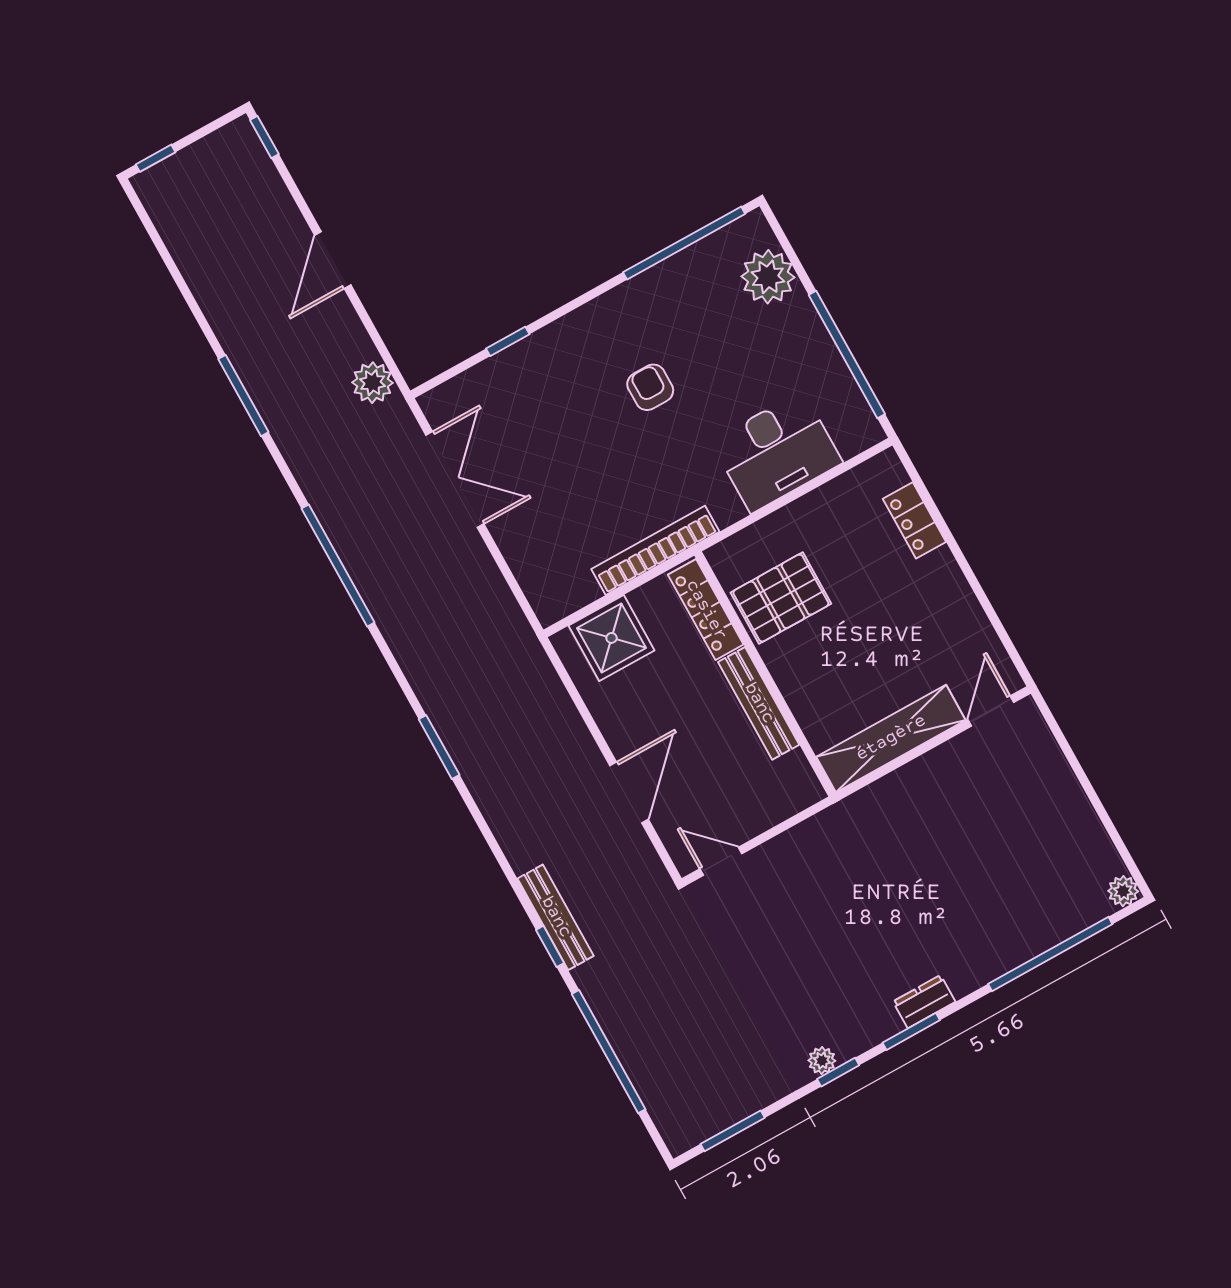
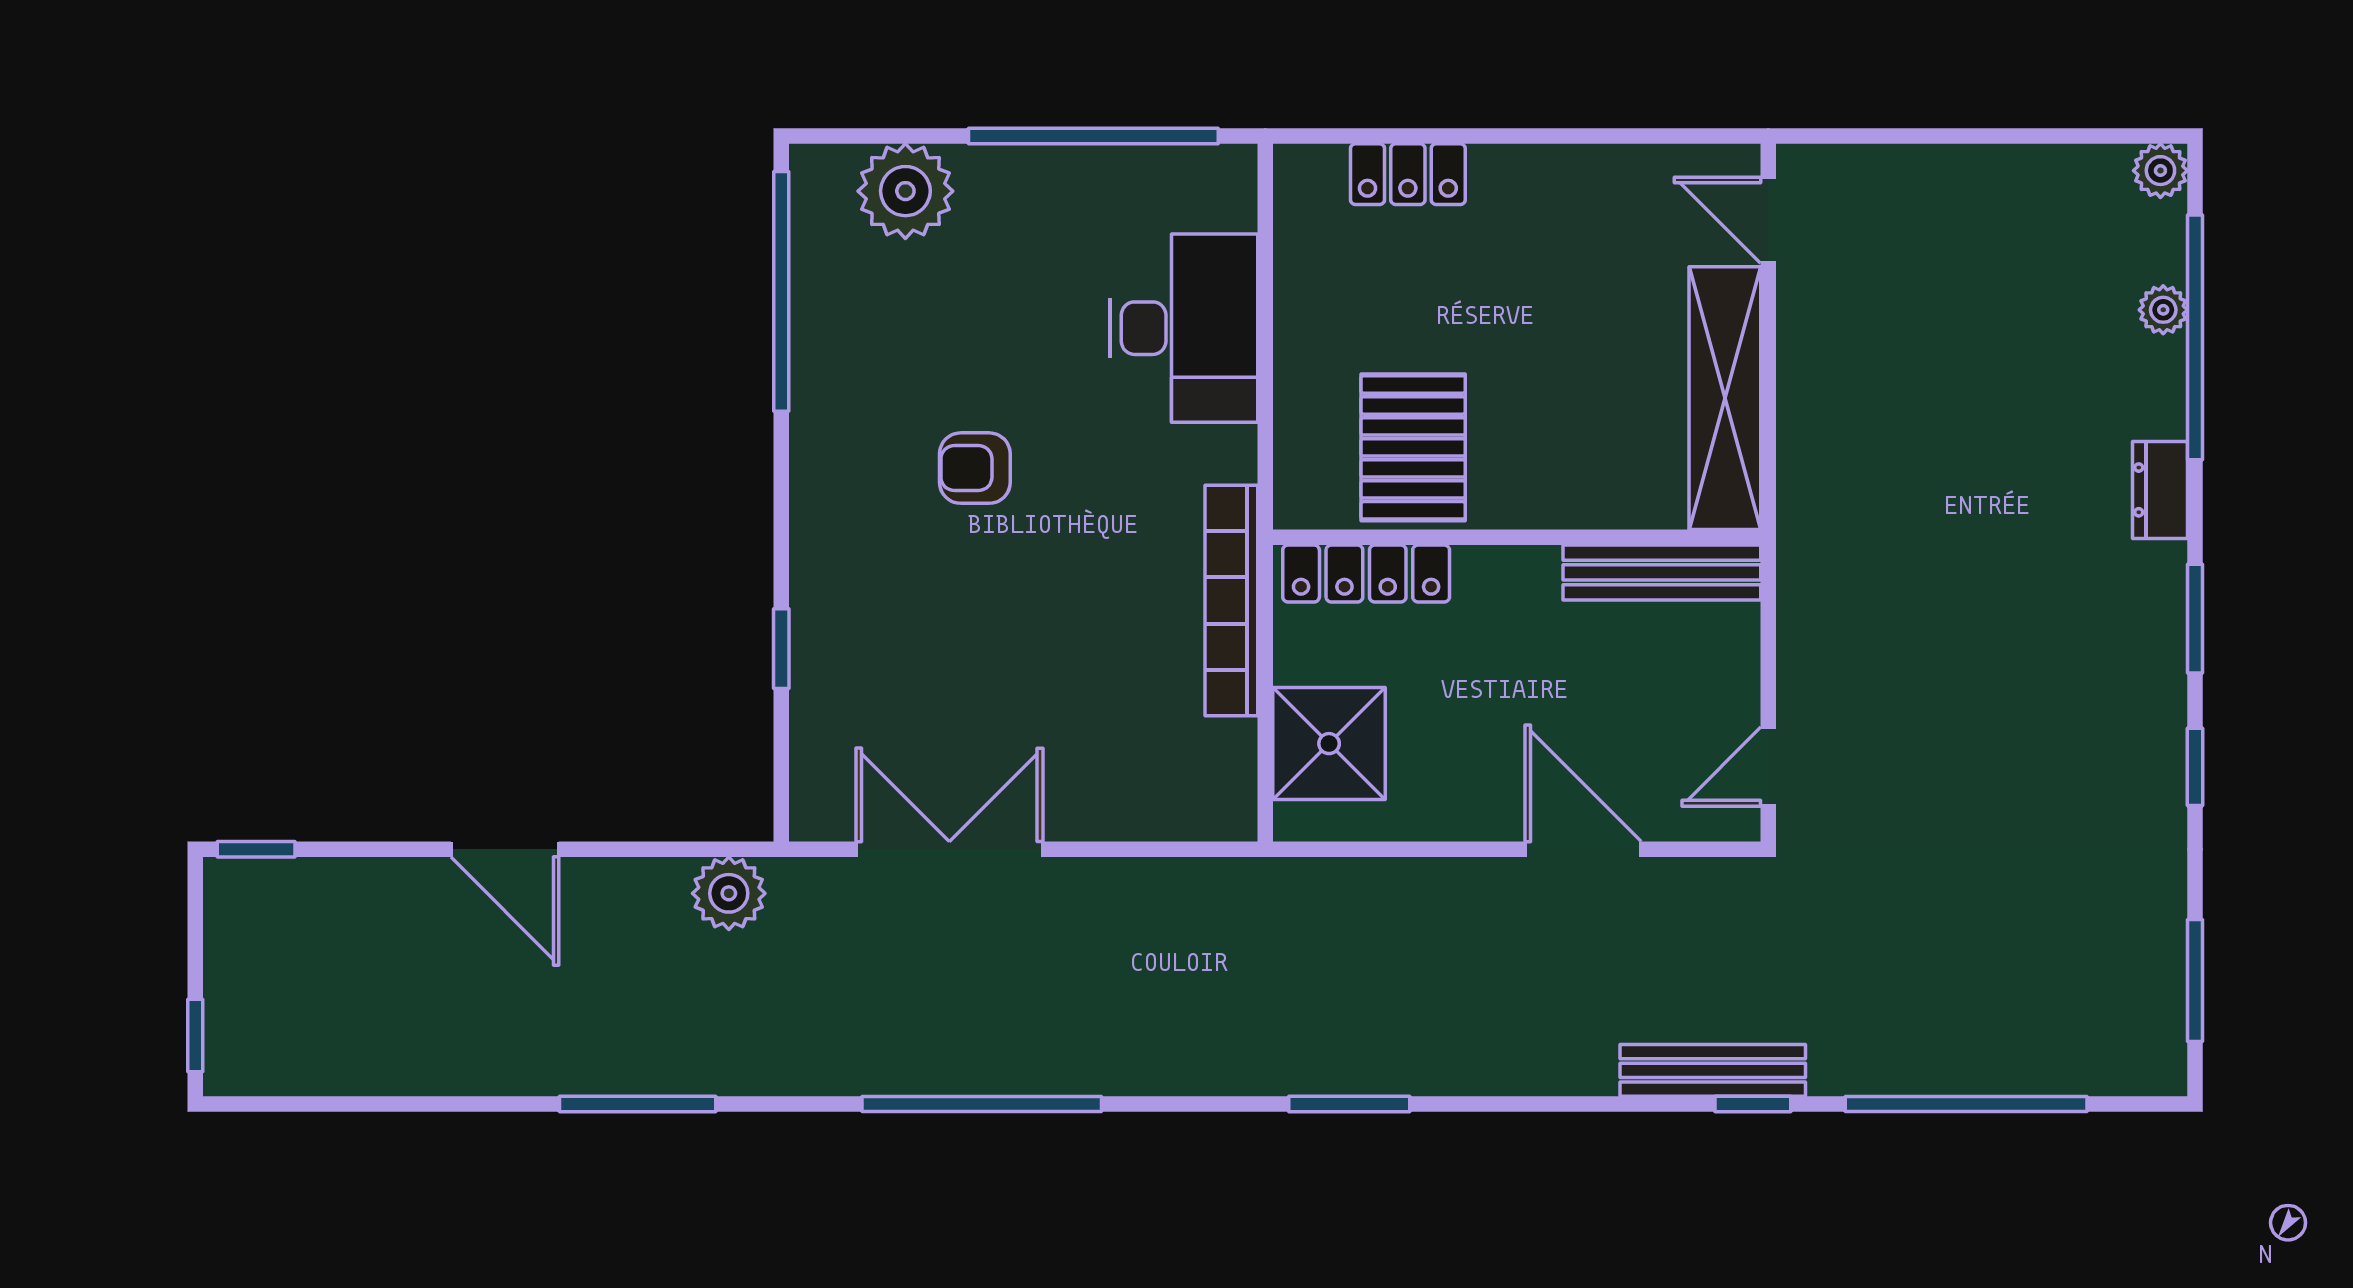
bench: (759, 703) -> (1662, 572), moved
dresser: (924, 1002) -> (2160, 490), moved
plant: (822, 1061) -> (2163, 310), moved

